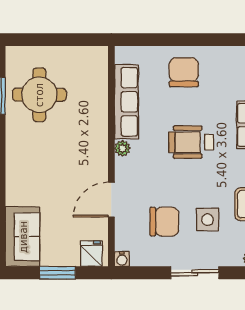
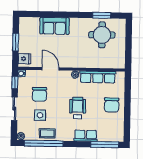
chair: (184, 72) -> (112, 105), turned 90
sofa: (23, 237) -> (54, 26), moved
window: (141, 273) -> (15, 82), added

